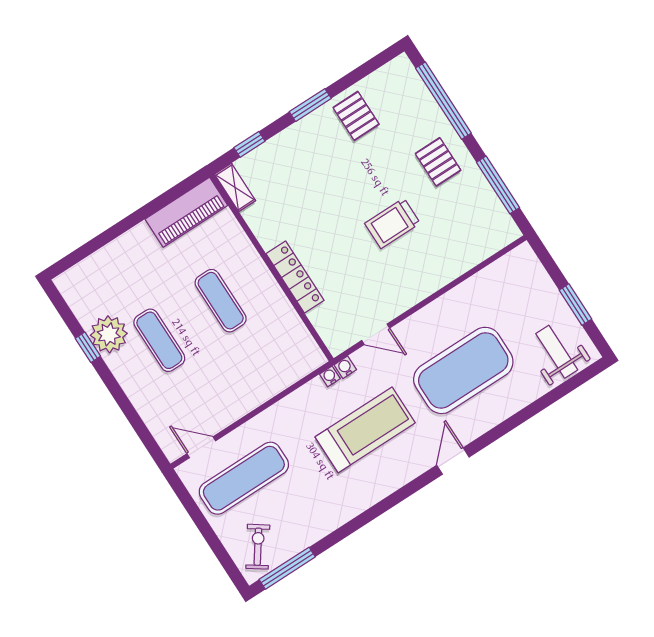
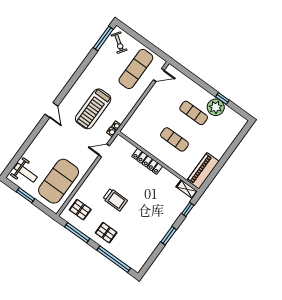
pallet: (356, 116) -> (80, 210), moved
trolley: (392, 223) -> (115, 200), turned 90
exercise mat: (463, 370) -> (59, 181), moved

